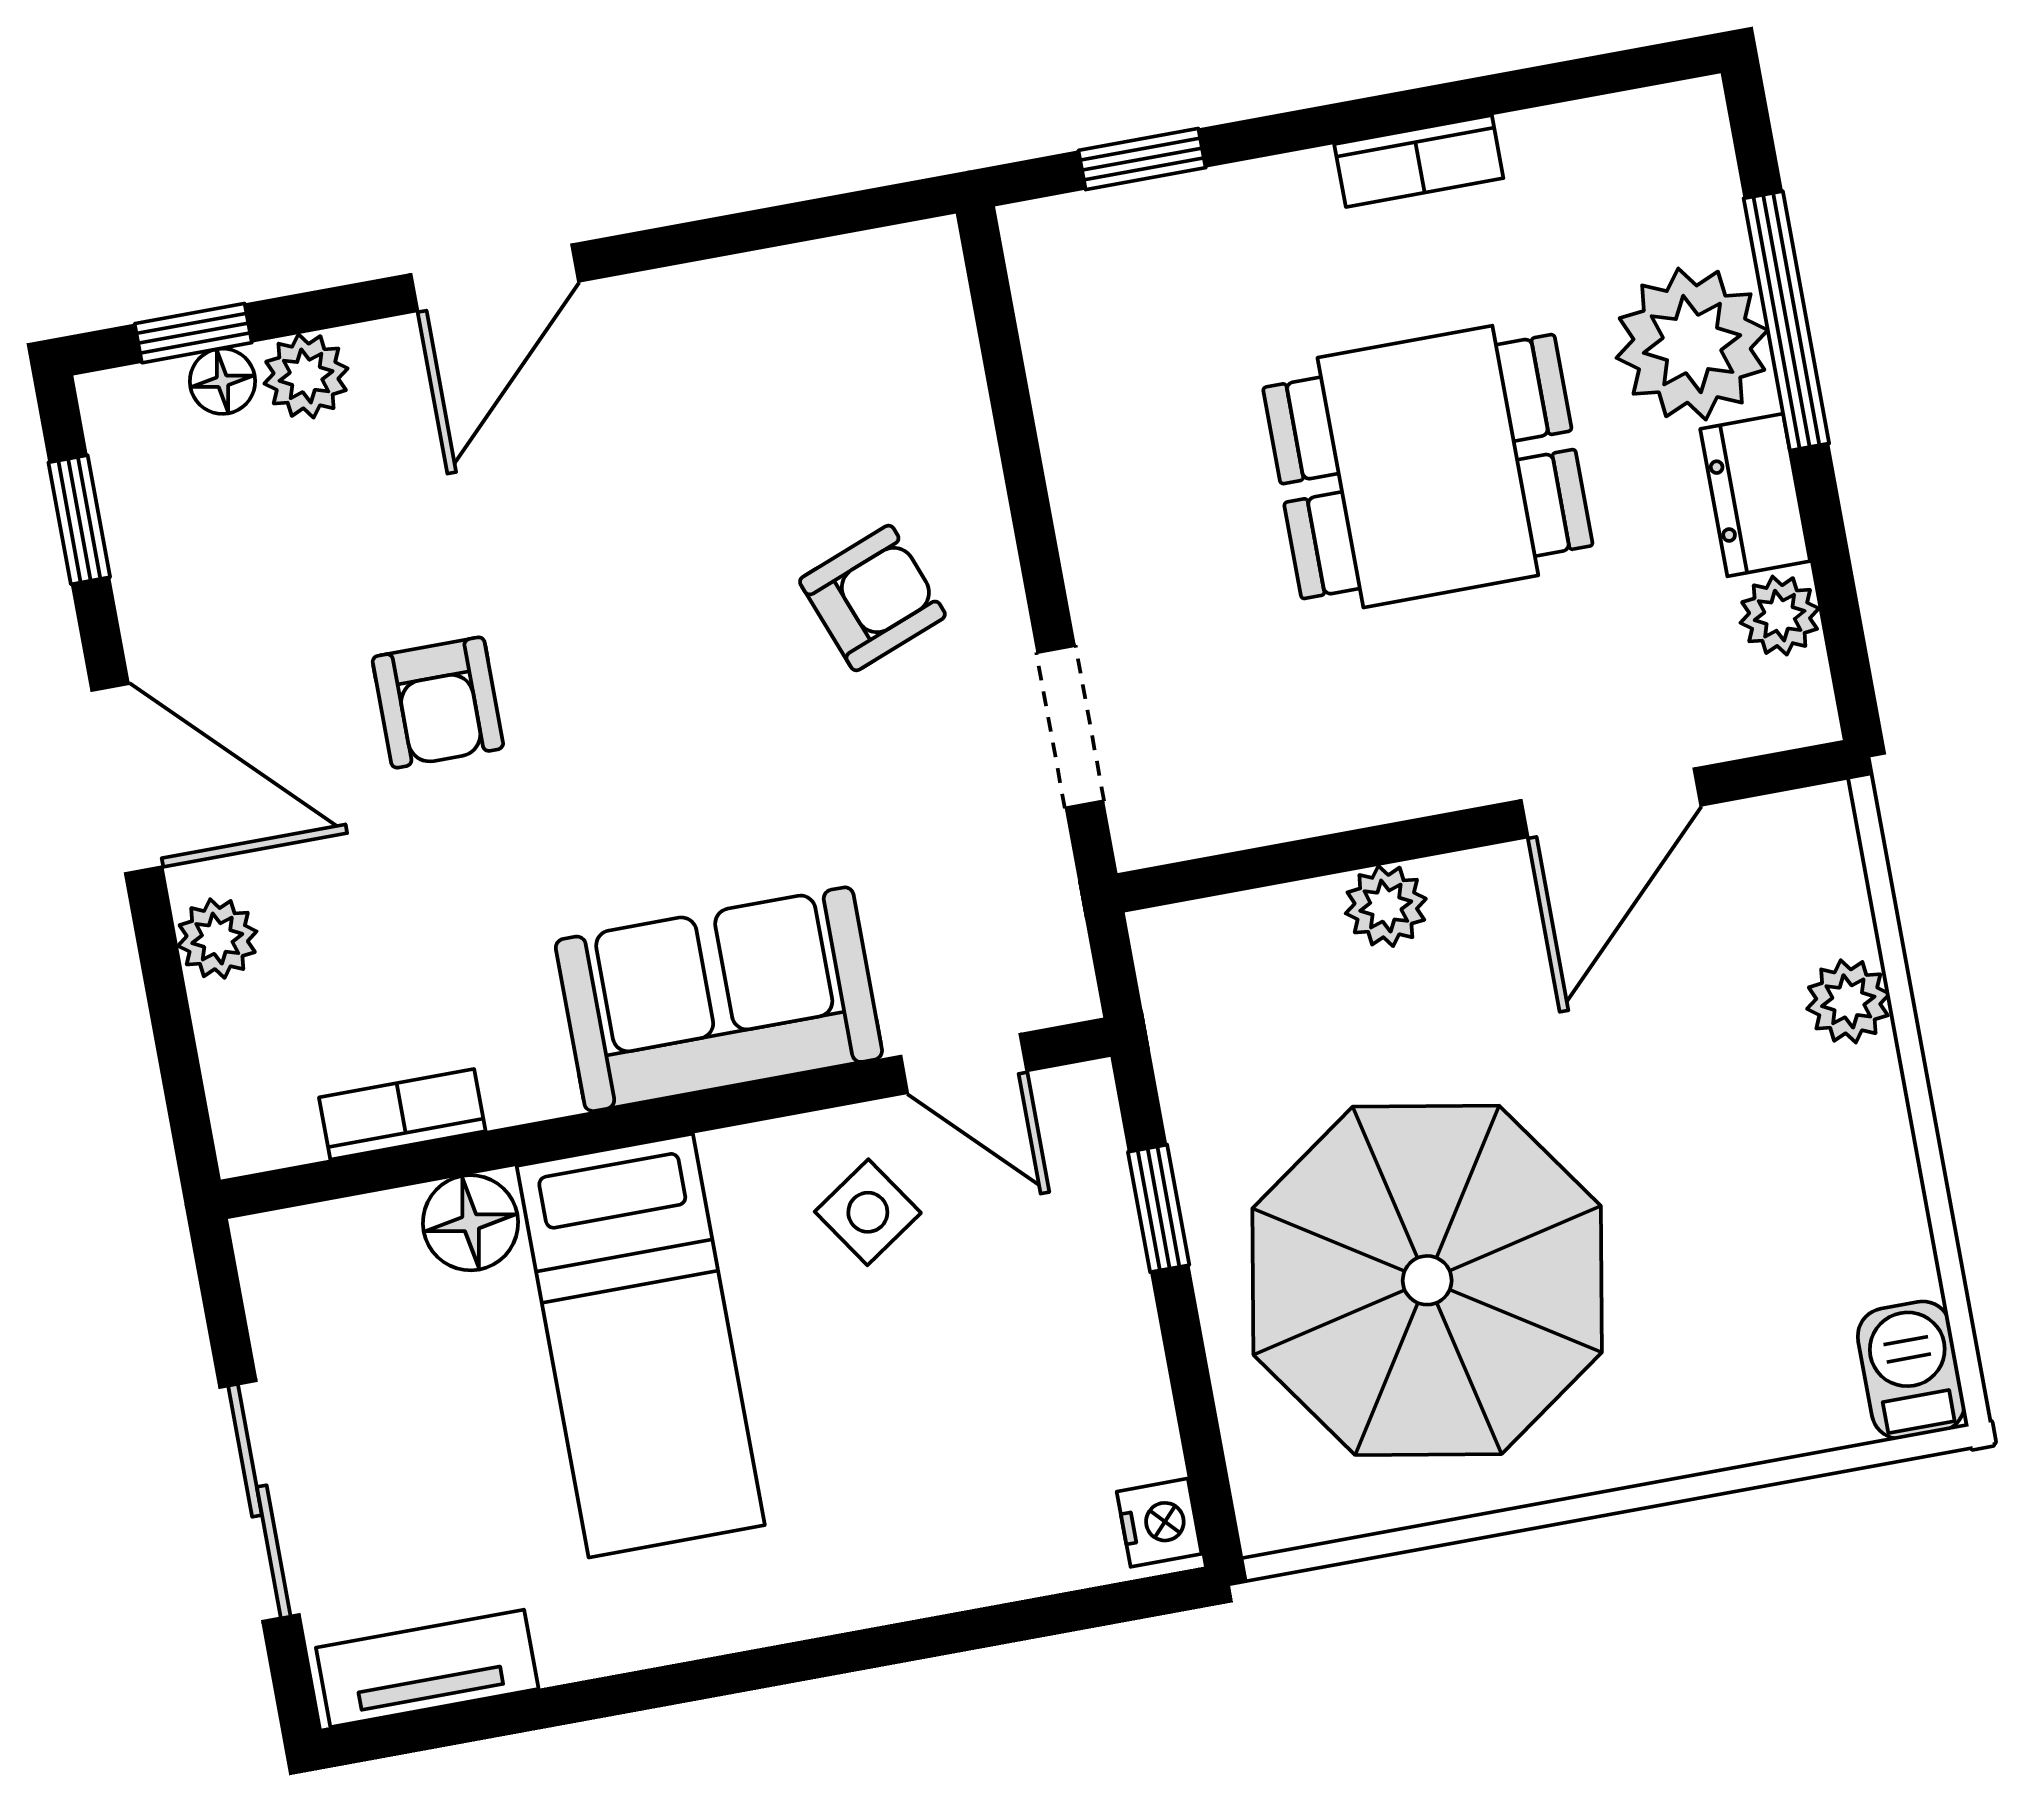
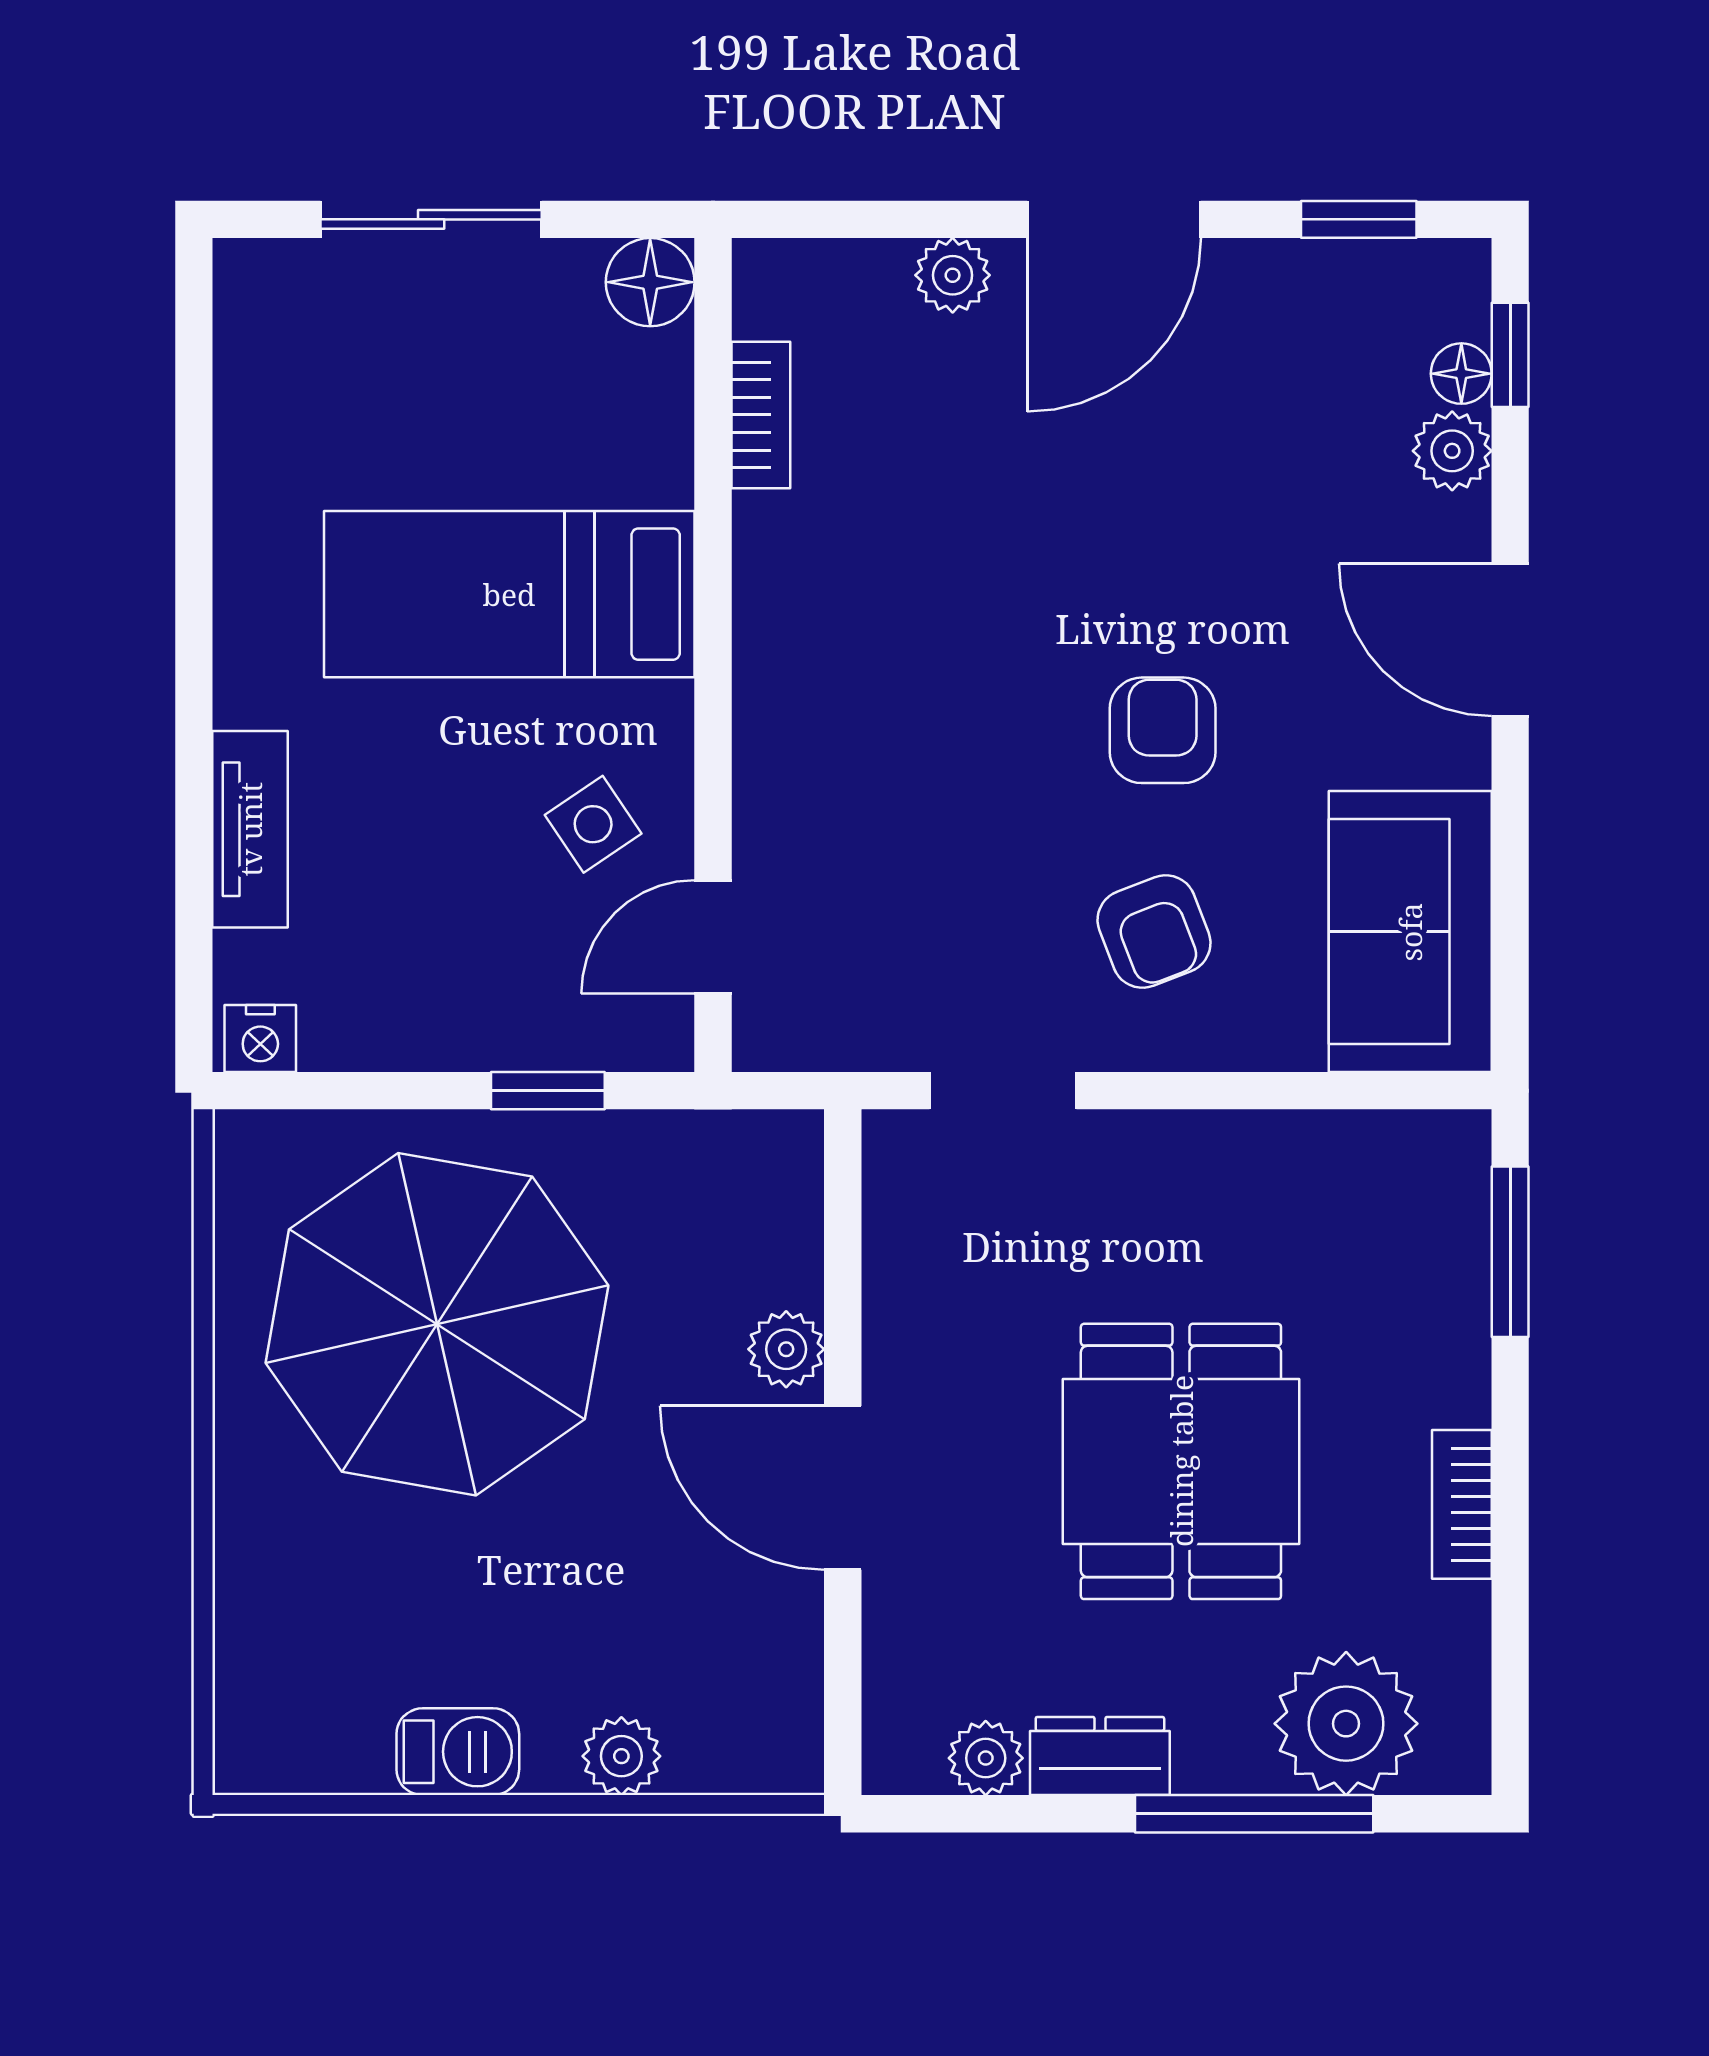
window: (1142, 159) -> (1510, 1252), width x1.50
plant: (1692, 344) -> (1346, 1724), moved
armchair: (438, 703) -> (1163, 730), moved, turned 90
door: (1611, 803) -> (843, 1488), moved
sofa: (719, 999) -> (1410, 932), moved, turned 180
floor lamp: (471, 1223) -> (650, 282), moved
barbecue: (1911, 1370) -> (458, 1752), moved
tv unit: (427, 1668) -> (250, 829), moved

